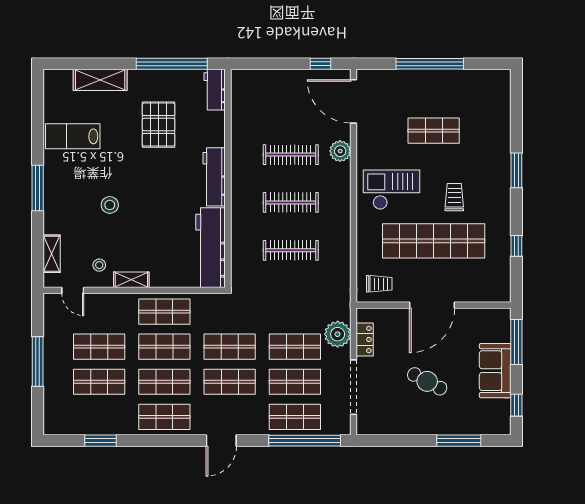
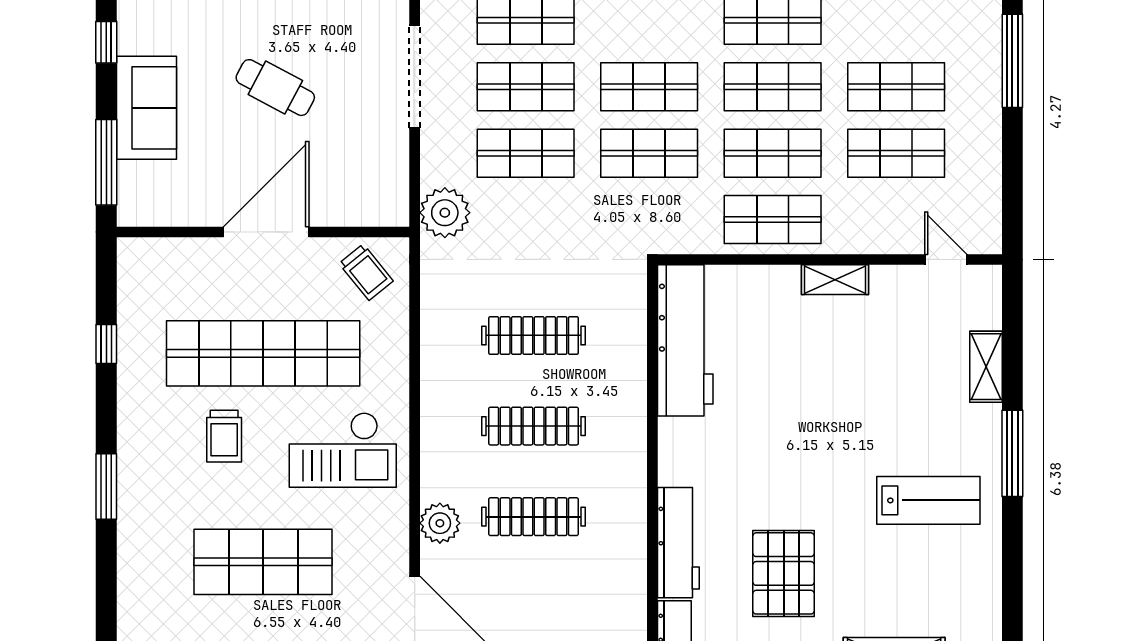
shop shelf: (434, 131) -> (263, 562), width x1.43, depth x1.36
lab bench: (73, 136) -> (928, 500), moved
workbench: (214, 177) -> (678, 543), moved
stool: (110, 205) -> (876, 421), removed
shelving: (52, 254) -> (986, 367), moved
stool: (99, 265) -> (896, 307), removed
trolley: (379, 284) -> (366, 272), turned -129
plant: (338, 334) -> (445, 213), moved
locker: (365, 340) -> (394, 167), removed
window: (38, 362) -> (1012, 61), moved

